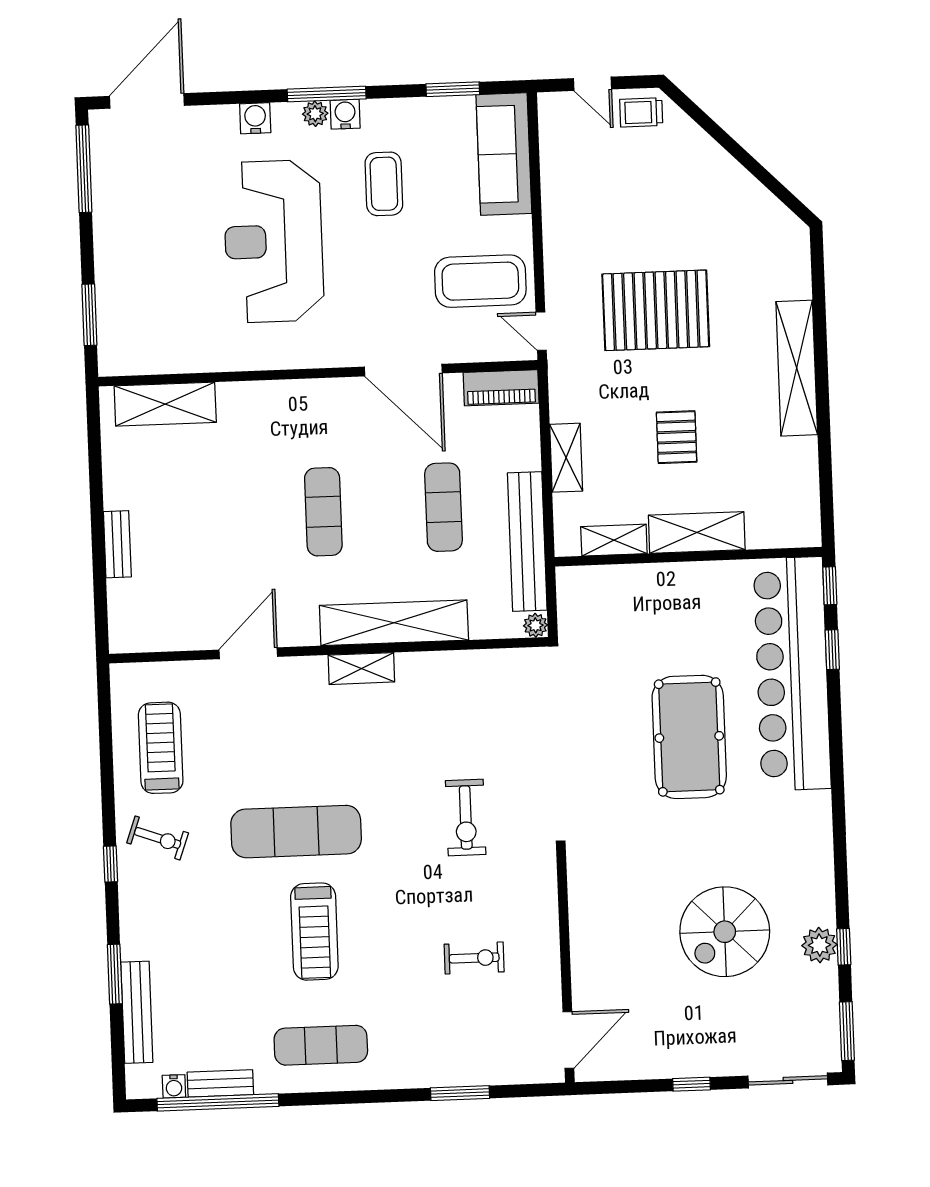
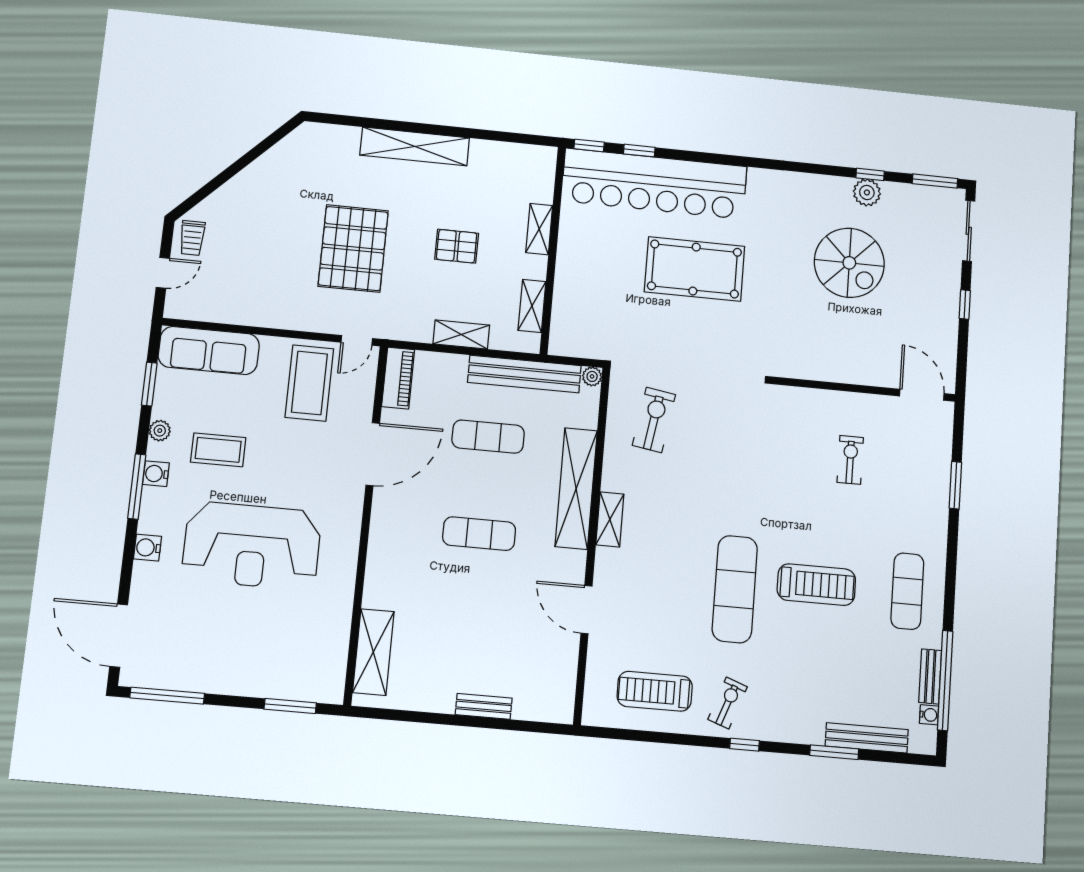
plant: (315, 114) -> (160, 431), moved
shelving: (697, 532) -> (539, 229), width x0.67, depth x0.75
exercise bike: (466, 818) -> (654, 420), moved, turned -81

